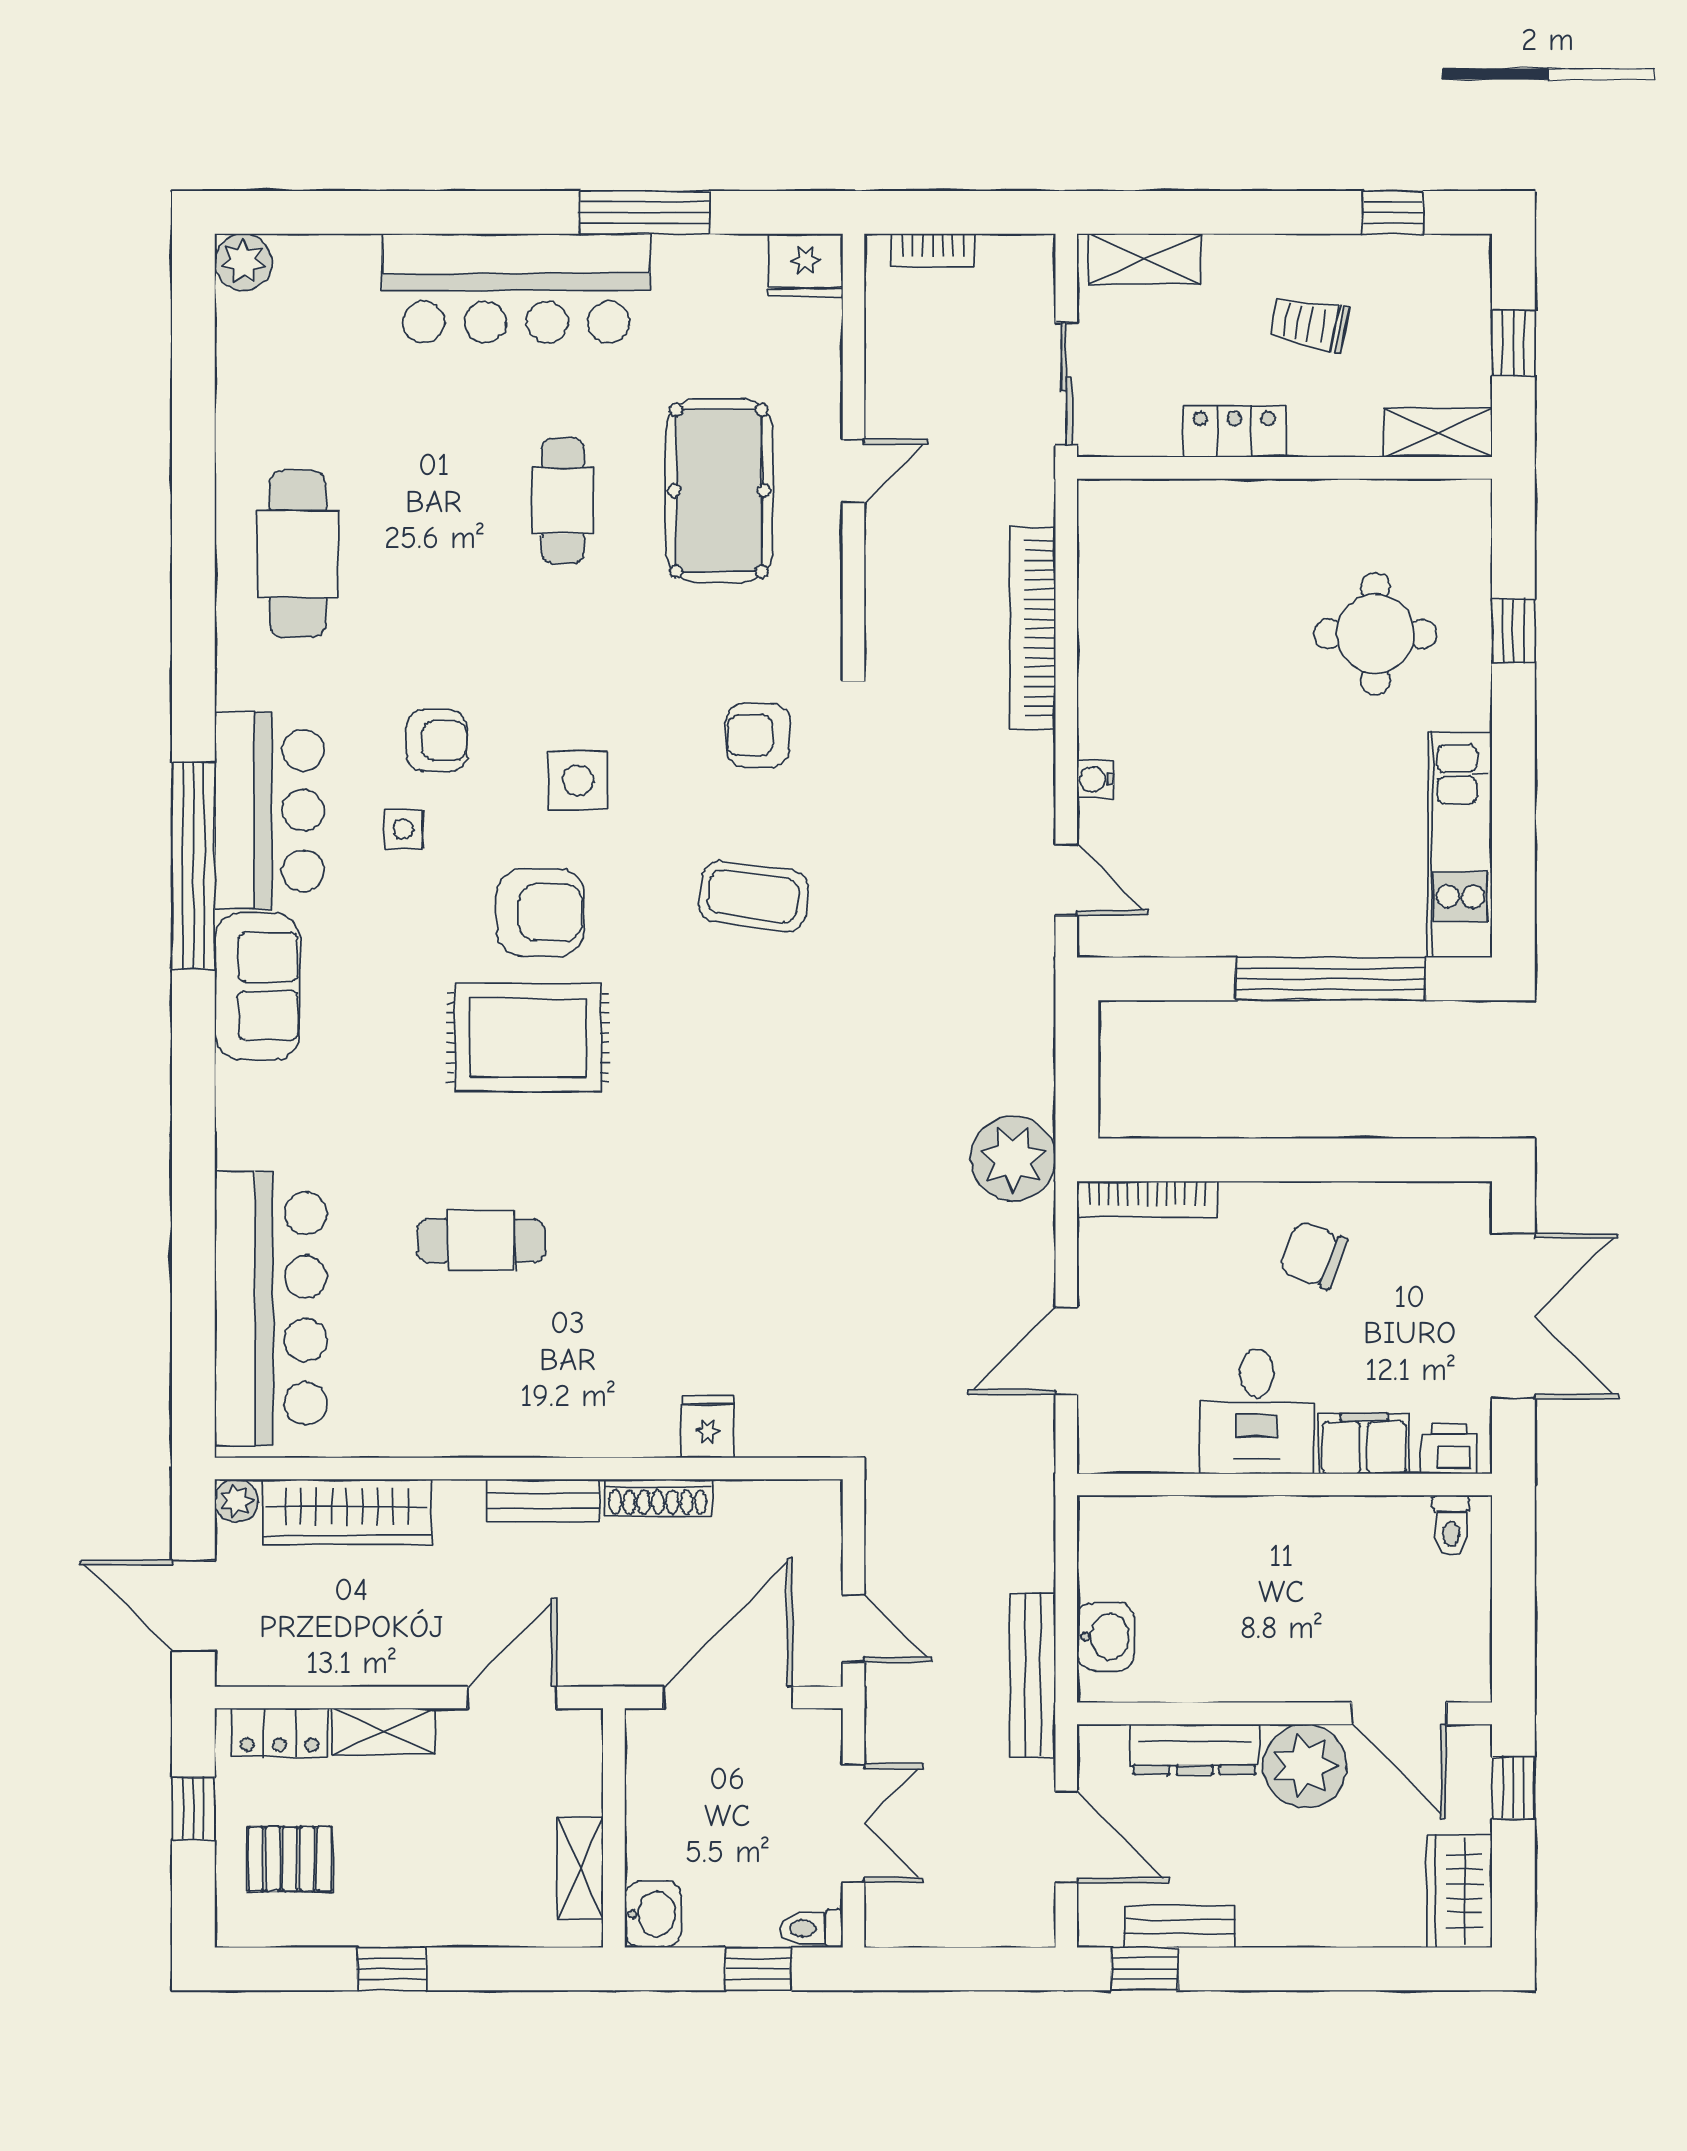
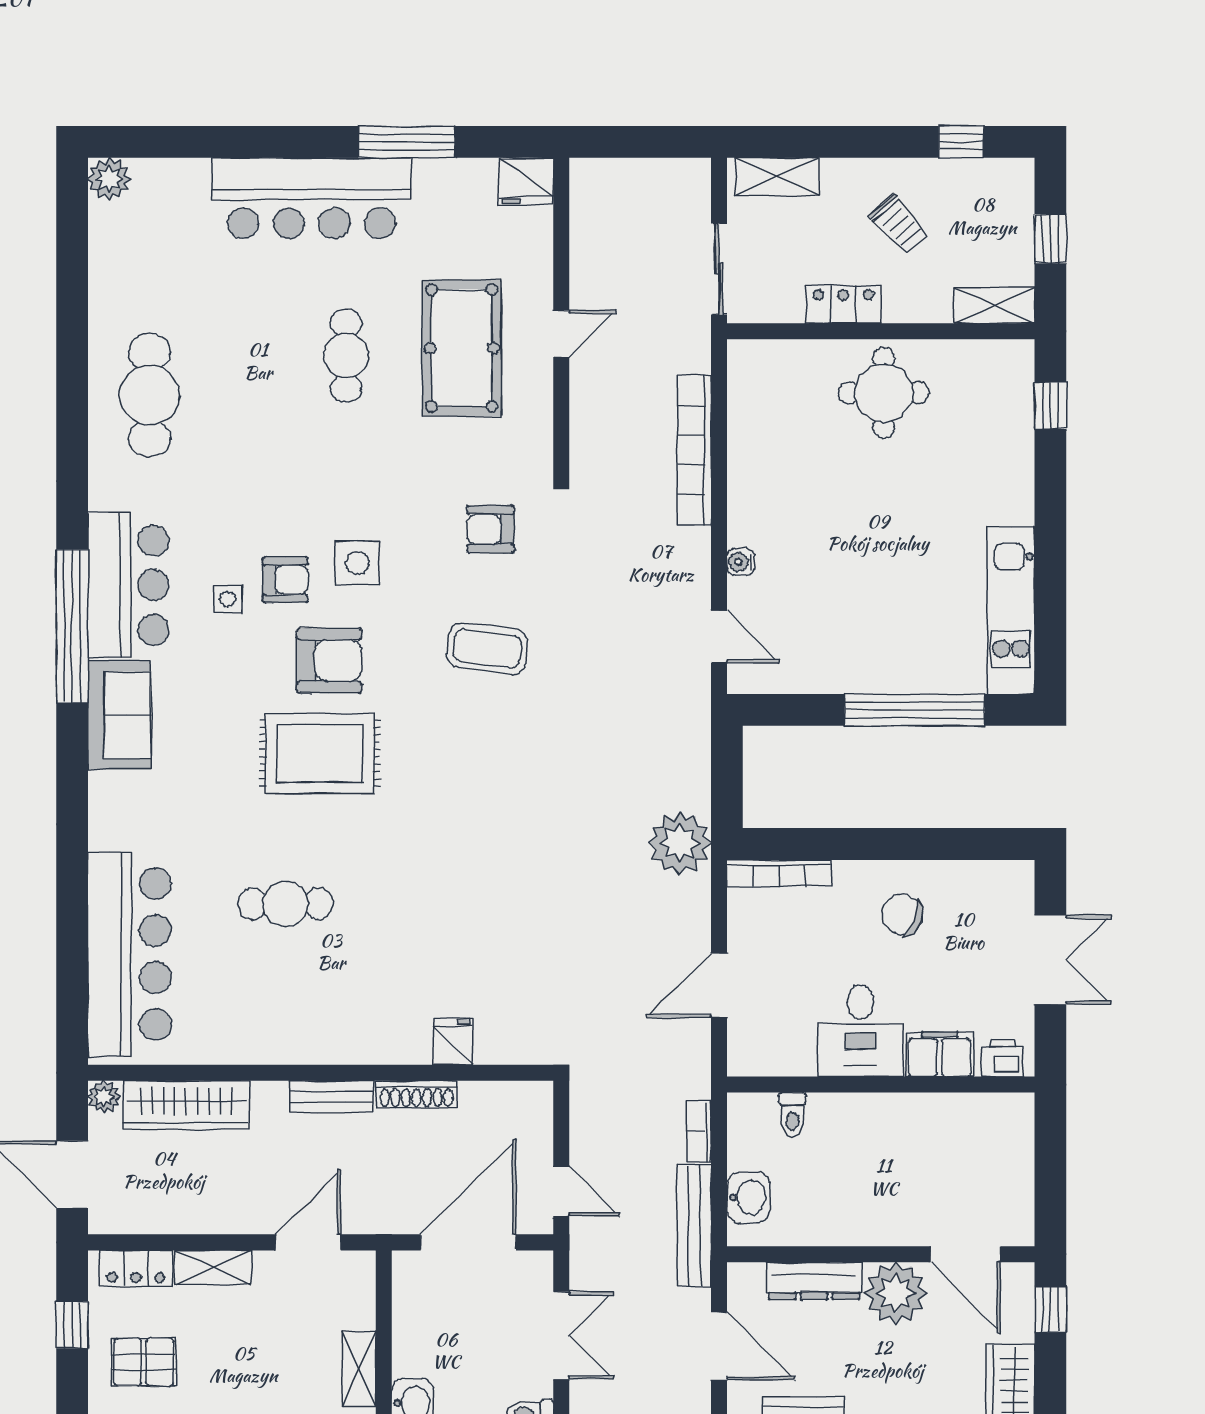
bookcase: (933, 250) -> (699, 1131), moved, turned 90
trolley: (1309, 324) -> (899, 225), turned -143
window: (1513, 631) -> (1050, 406), moved
round table: (1375, 634) -> (884, 393), moved
armchair: (437, 741) -> (285, 580), moved
double door: (1513, 1316) -> (1050, 960), width x0.73
toilet: (1451, 1525) -> (792, 1115), moved

